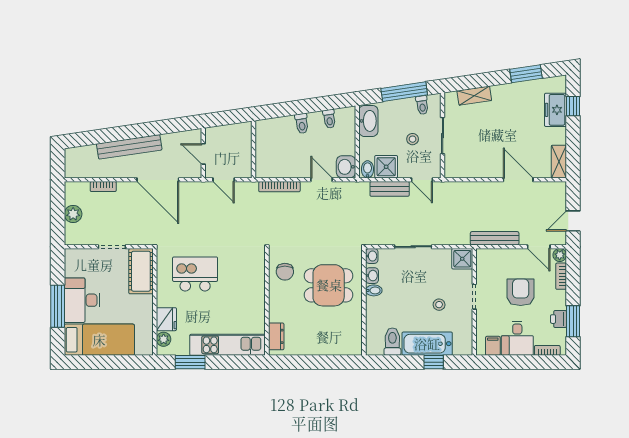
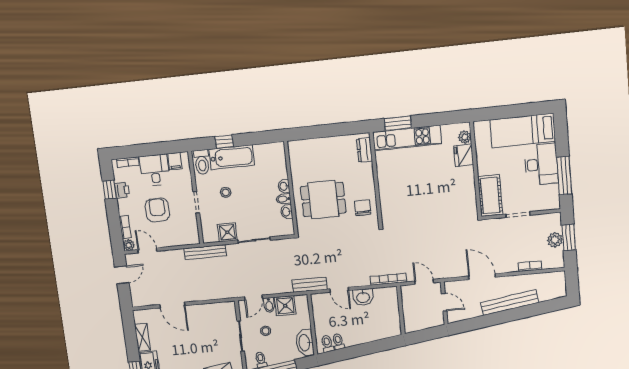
toilet: (302, 123) -> (327, 344), moved
shelving: (559, 162) -> (143, 337), moved
washbasin: (346, 167) -> (363, 297), moved, turned 90
bidet: (368, 169) -> (269, 305), moved
door: (158, 180) -> (482, 277), width x0.73
door: (422, 180) -> (253, 298), swing flipped
bookcase: (279, 187) -> (388, 279), moved
bench: (390, 189) -> (310, 285), moved
window: (58, 215) -> (569, 237), added
bench: (495, 238) -> (205, 252), moved
washbasin: (372, 256) -> (284, 186), moved
shower: (462, 259) -> (227, 232), moved
kitchen island: (195, 274) -> (442, 198), removed
armchair: (521, 292) -> (157, 210), turned 180
window: (58, 306) -> (564, 176), moved
window: (573, 321) -> (110, 190), width x0.67
toilet: (392, 342) -> (202, 162), moved
window: (190, 362) -> (398, 123), moved

